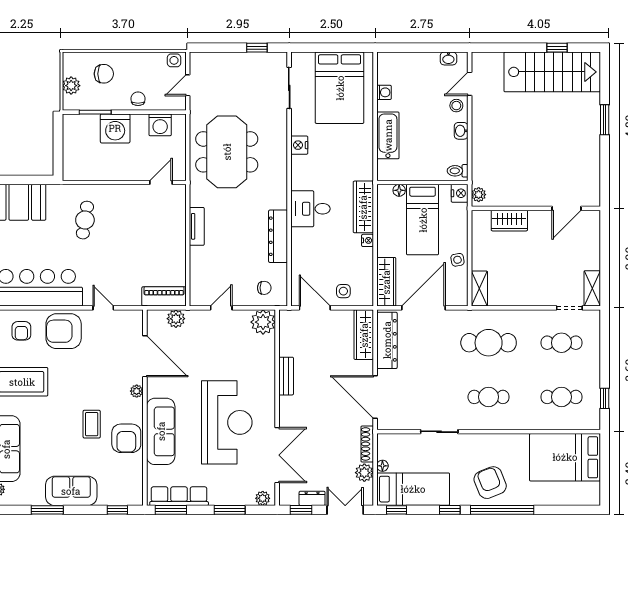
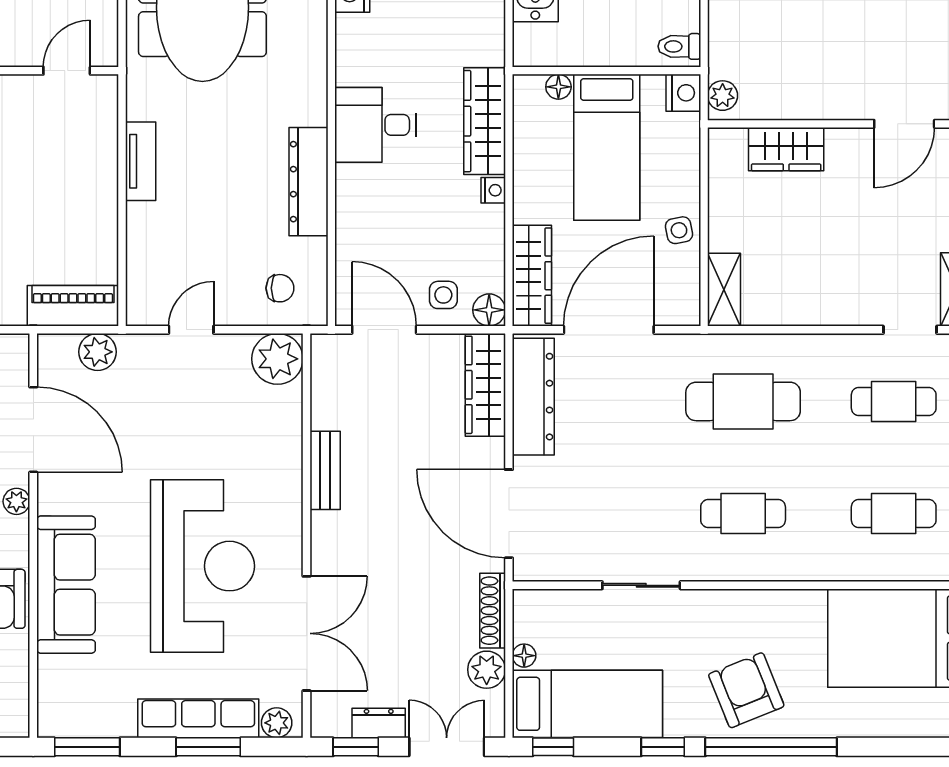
floor lamp: (366, 298) -> (489, 310), added
row of seats: (179, 496) -> (198, 718), moved

